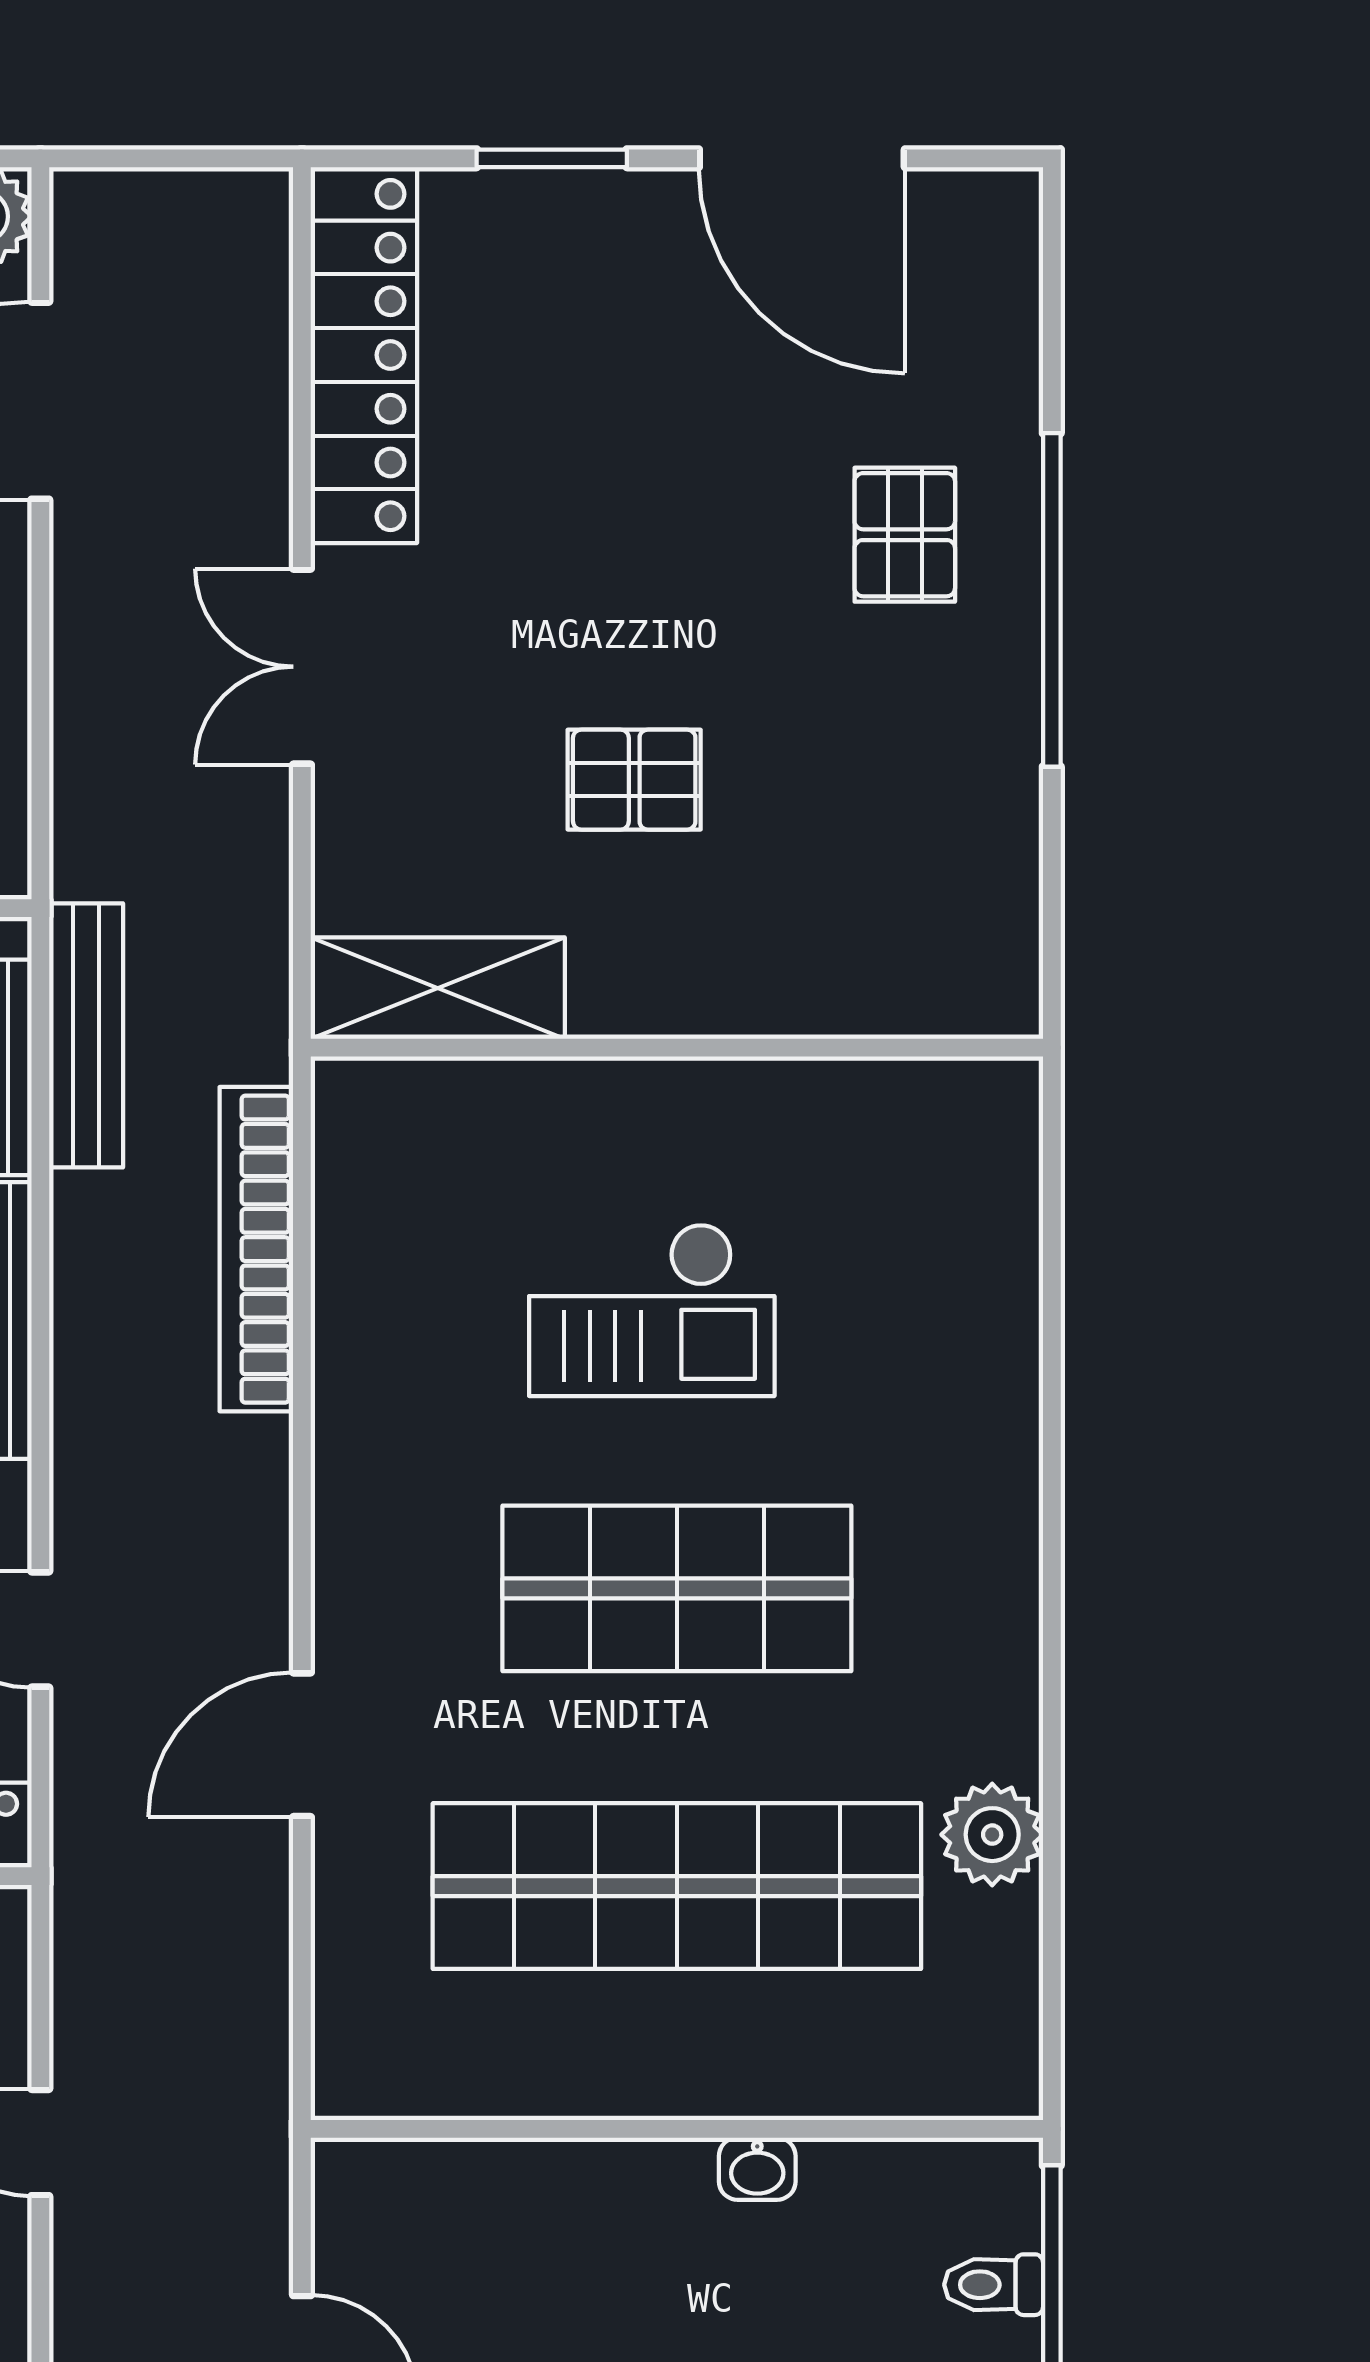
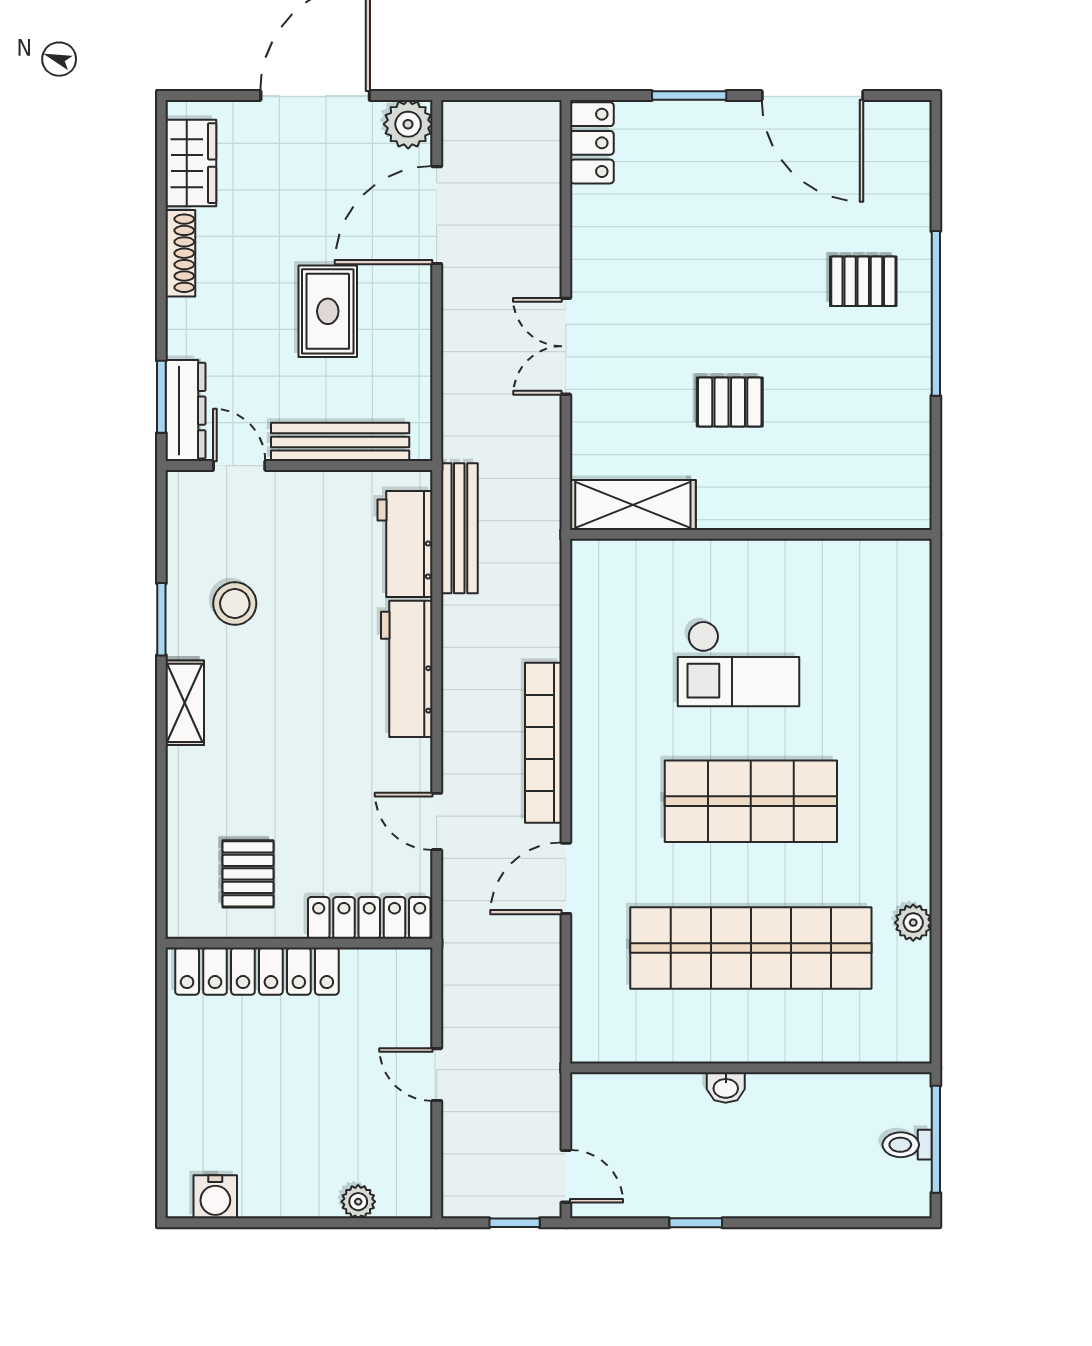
locker: (364, 355) -> (592, 143), width x0.46, depth x0.83
pallet: (905, 535) -> (863, 281), turned 90
bookcase: (256, 1249) -> (543, 743), moved
plant: (992, 1835) -> (913, 923), width x0.73, depth x0.73
washbasin: (757, 2169) -> (726, 1087), moved

